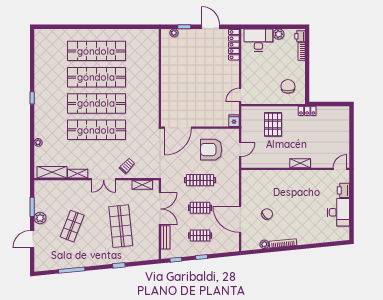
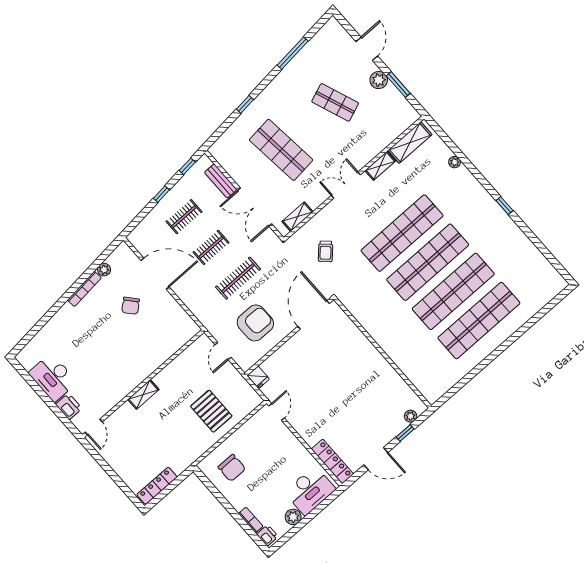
locker: (307, 111) -> (157, 486), moved, width x1.53
trolley: (127, 166) -> (325, 251), moved
shop shelf: (72, 226) -> (335, 102), turned -42

